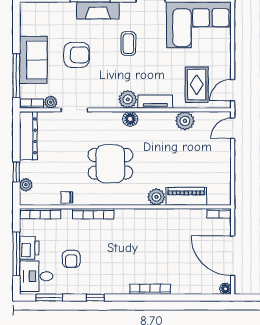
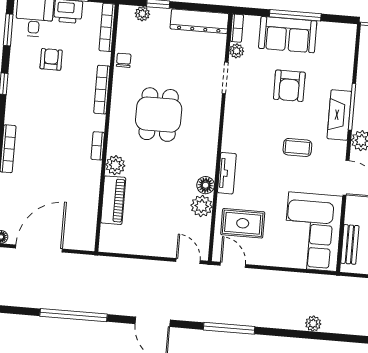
window: (16, 76) -> (295, 15), moved
plant: (128, 99) -> (232, 141), removed
floor lamp: (130, 119) -> (206, 185), moved
bookcase: (219, 213) -> (98, 146), moved
armchair: (71, 259) -> (51, 59), turned 90

